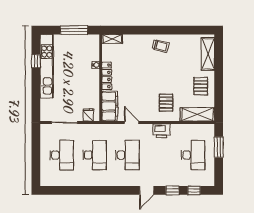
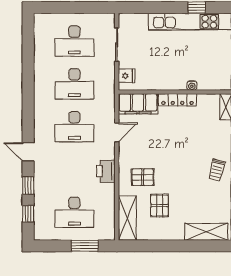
pallet: (201, 86) -> (159, 206), moved, turned 90

